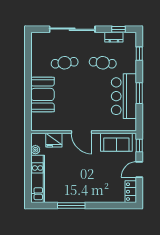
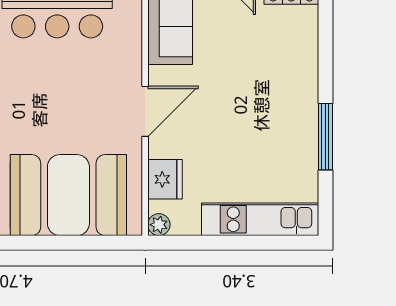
booth: (43, 94) -> (68, 195), width x1.36, depth x1.42
plant: (35, 150) -> (159, 225), moved

